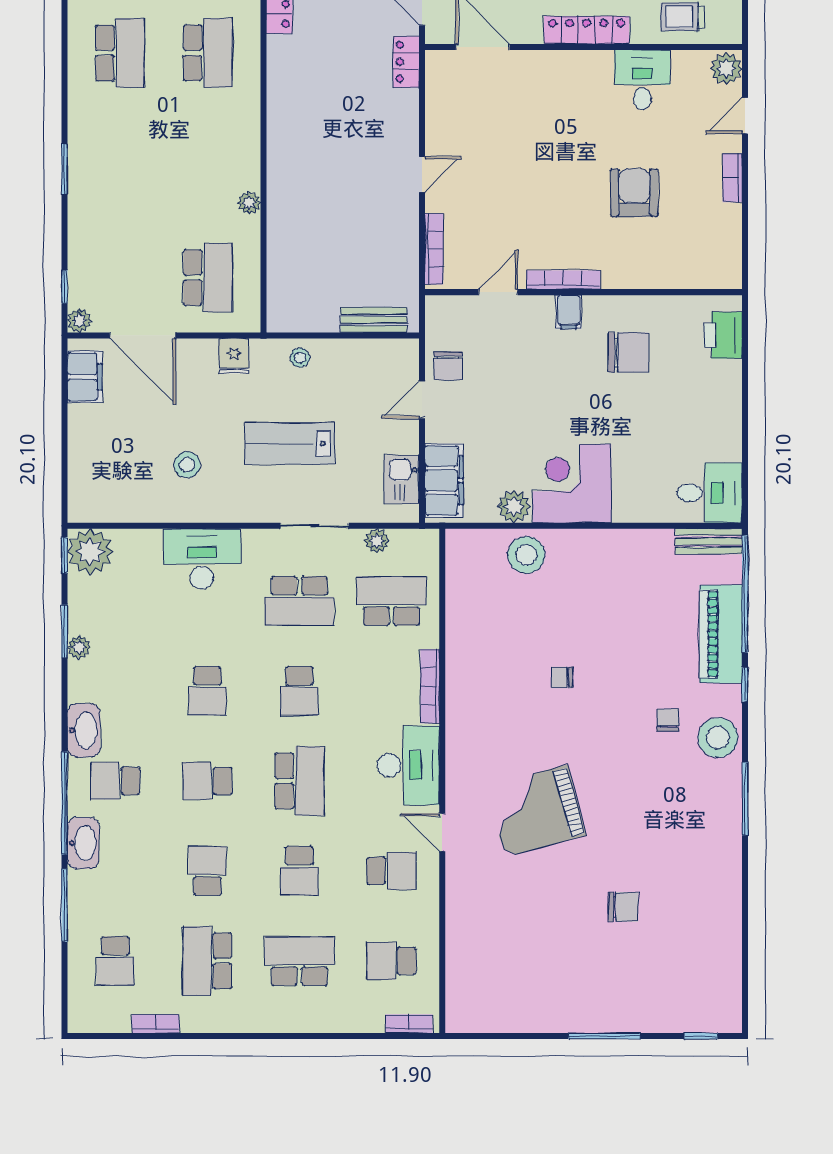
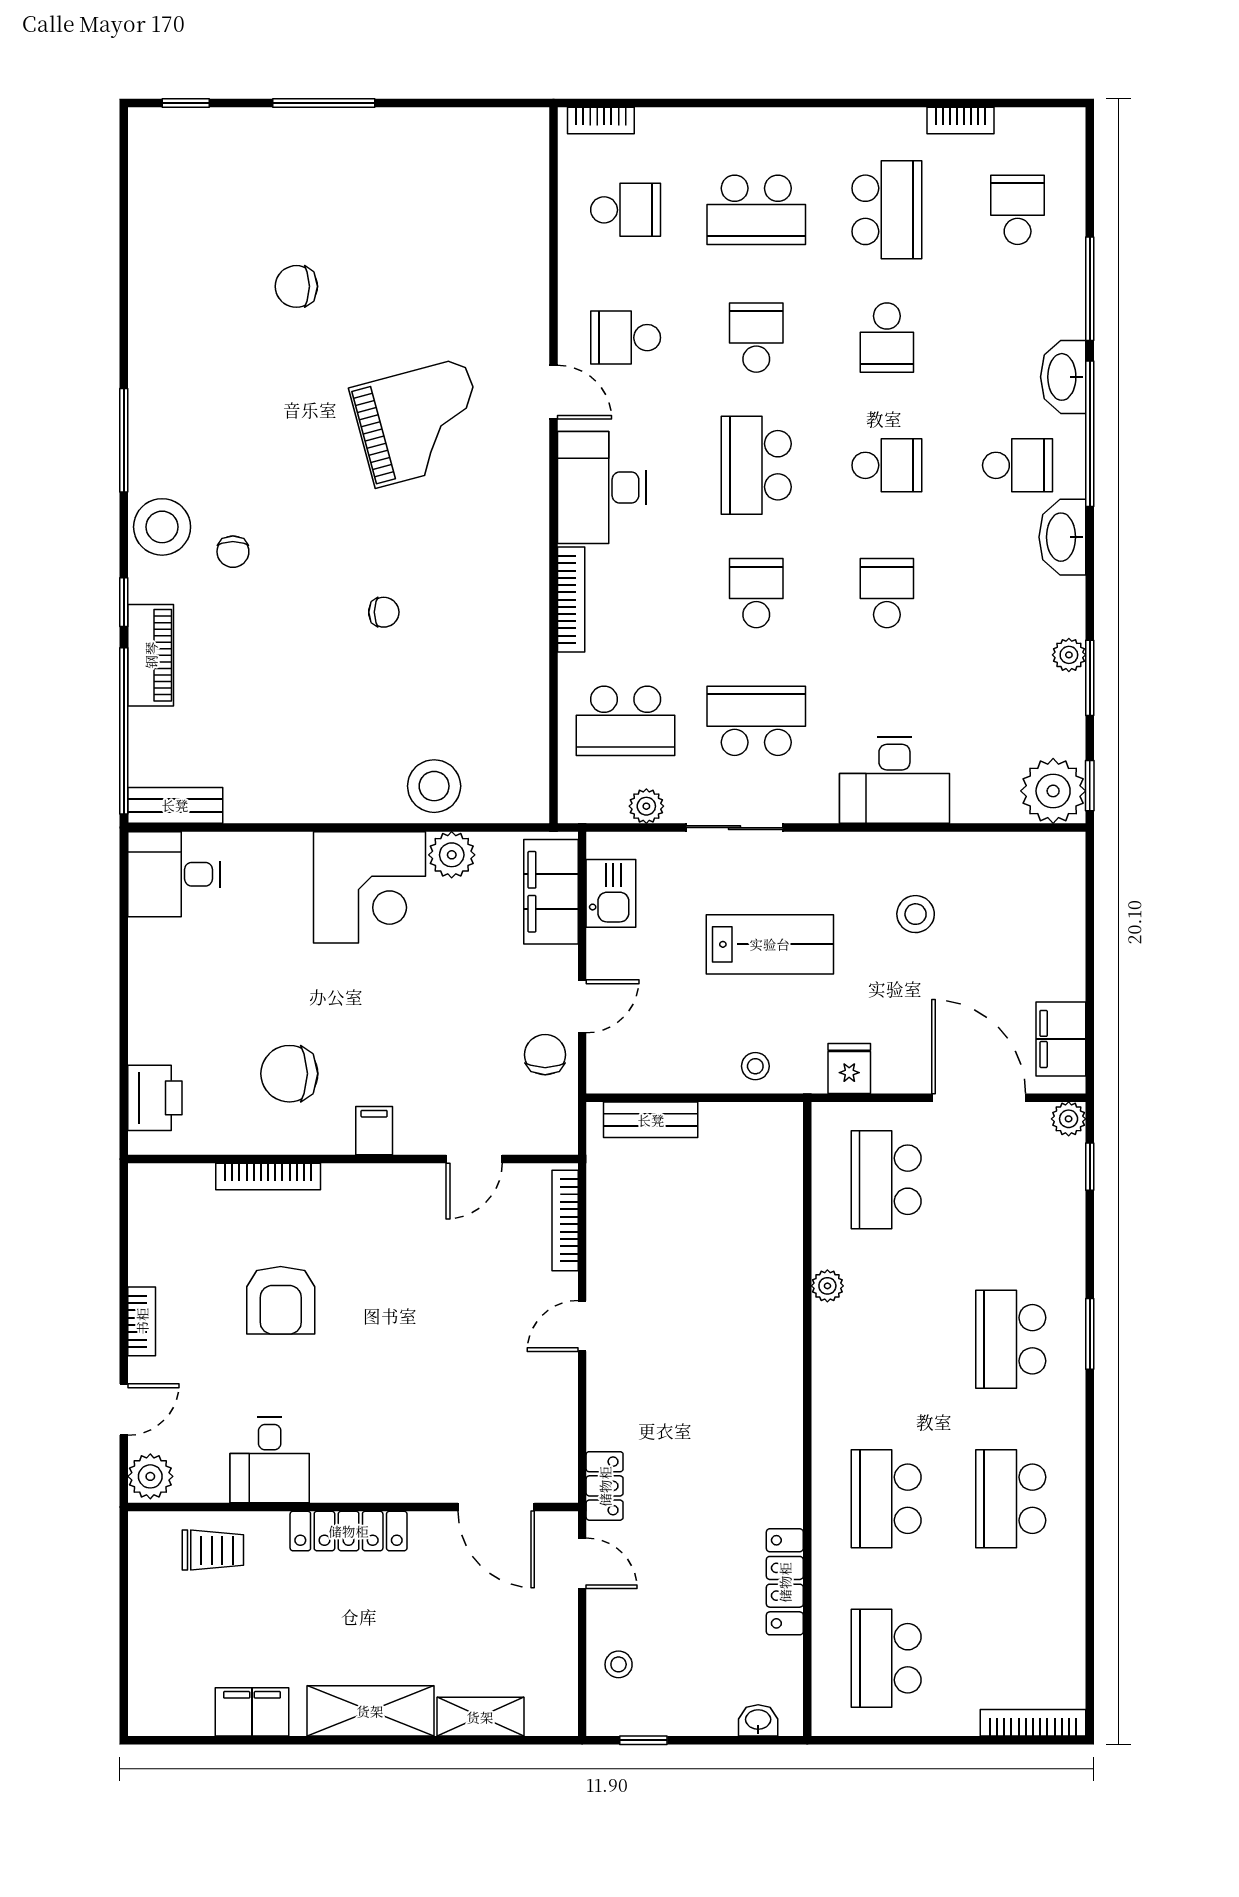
school desk: (120, 165) -> (1011, 1339), added
bookcase: (563, 280) -> (268, 1177), moved
piano: (721, 634) -> (151, 655), width x0.73, depth x0.75

